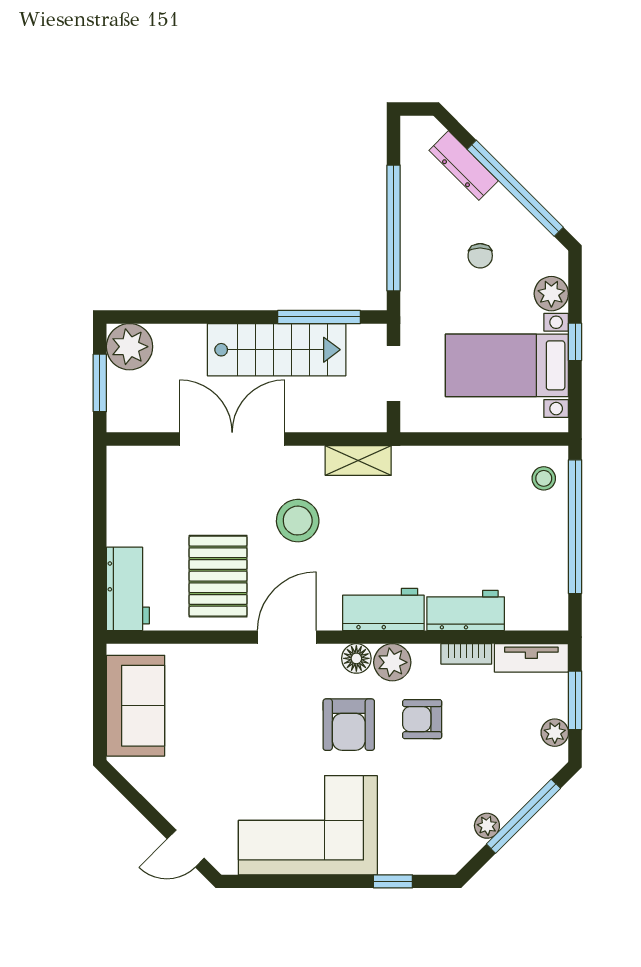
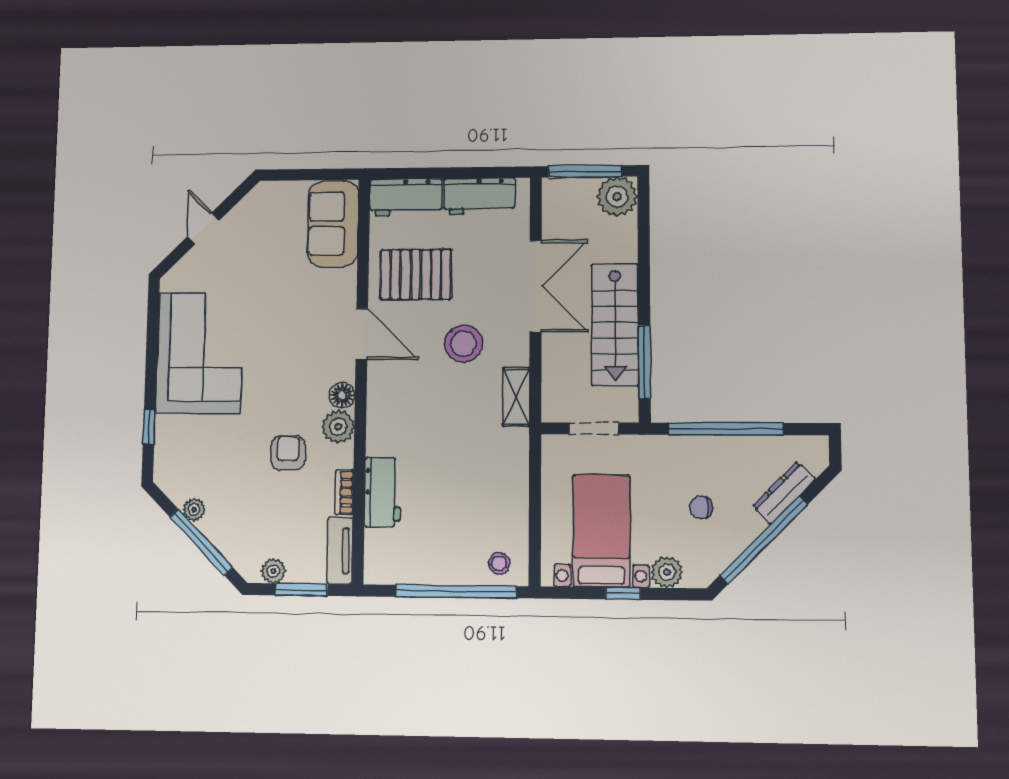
window: (100, 383) -> (585, 171), width x1.44
workbench: (383, 609) -> (479, 196), moved, turned 90
sofa: (136, 706) -> (333, 224), moved, turned 90
armchair: (349, 725) -> (285, 388), removed
door: (186, 849) -> (203, 229), moved

